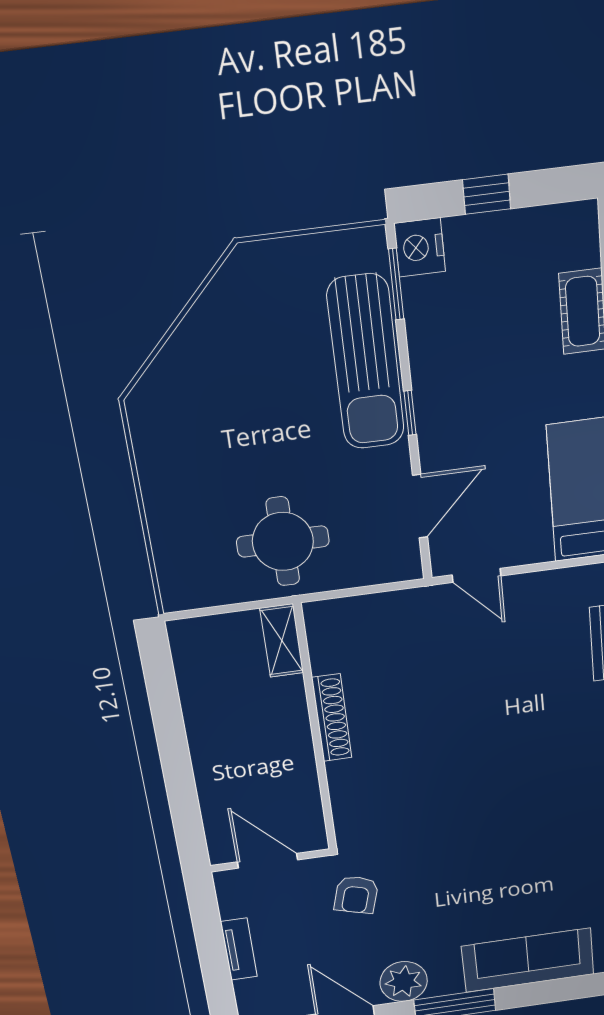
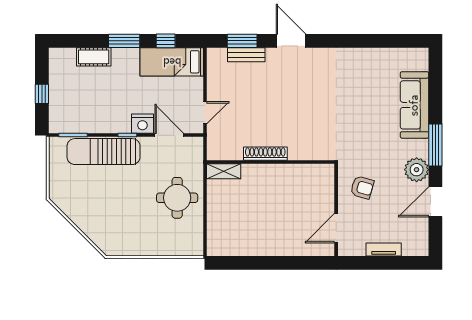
nightstand: (420, 247) -> (142, 124), moved
sun lounger: (366, 363) -> (104, 152), turned 180
shelving: (282, 641) -> (224, 171), moved
shoe rack: (332, 718) -> (265, 154), moved
wall: (316, 730) -> (271, 162), moved

